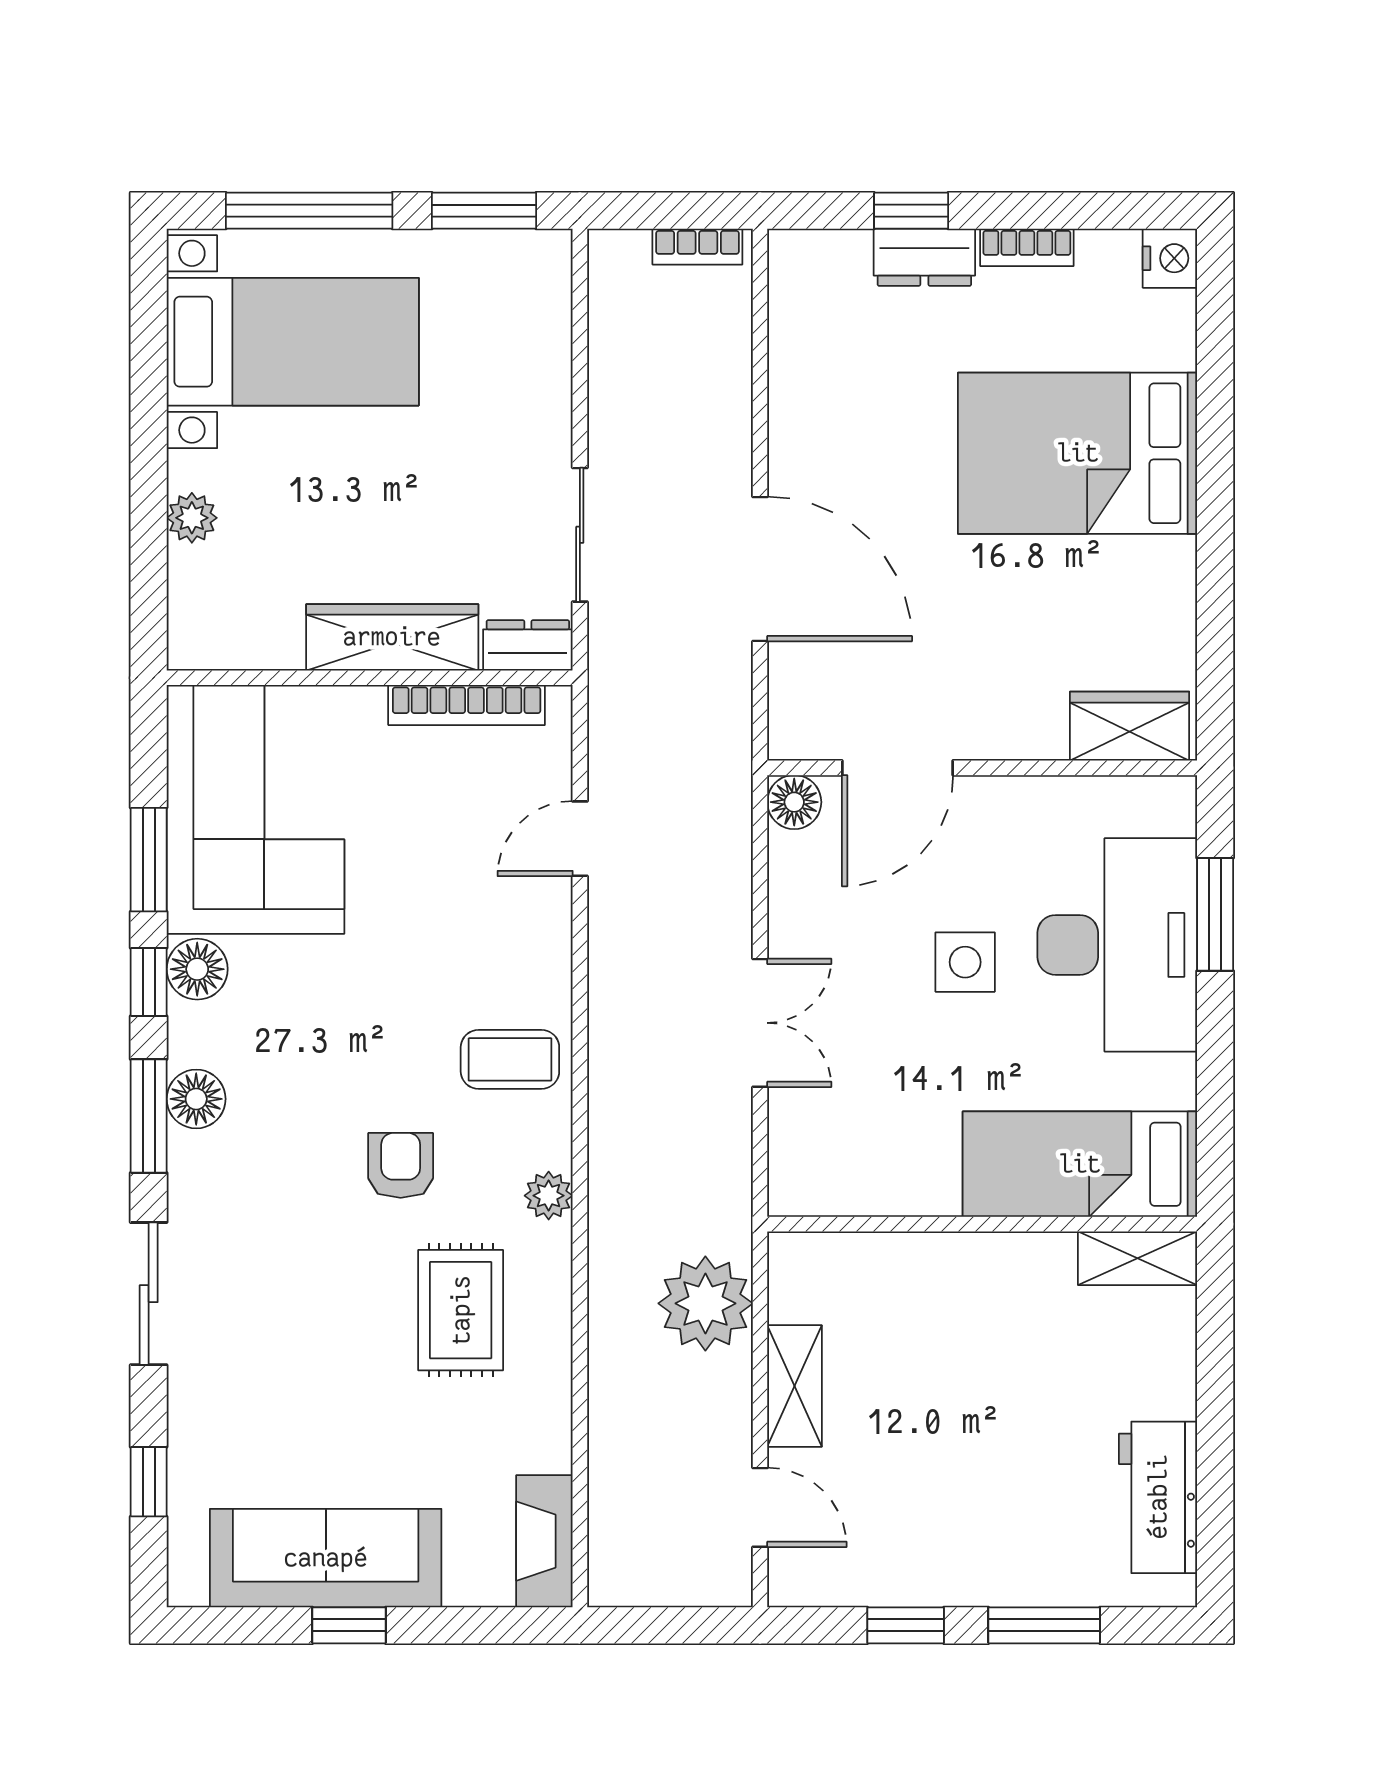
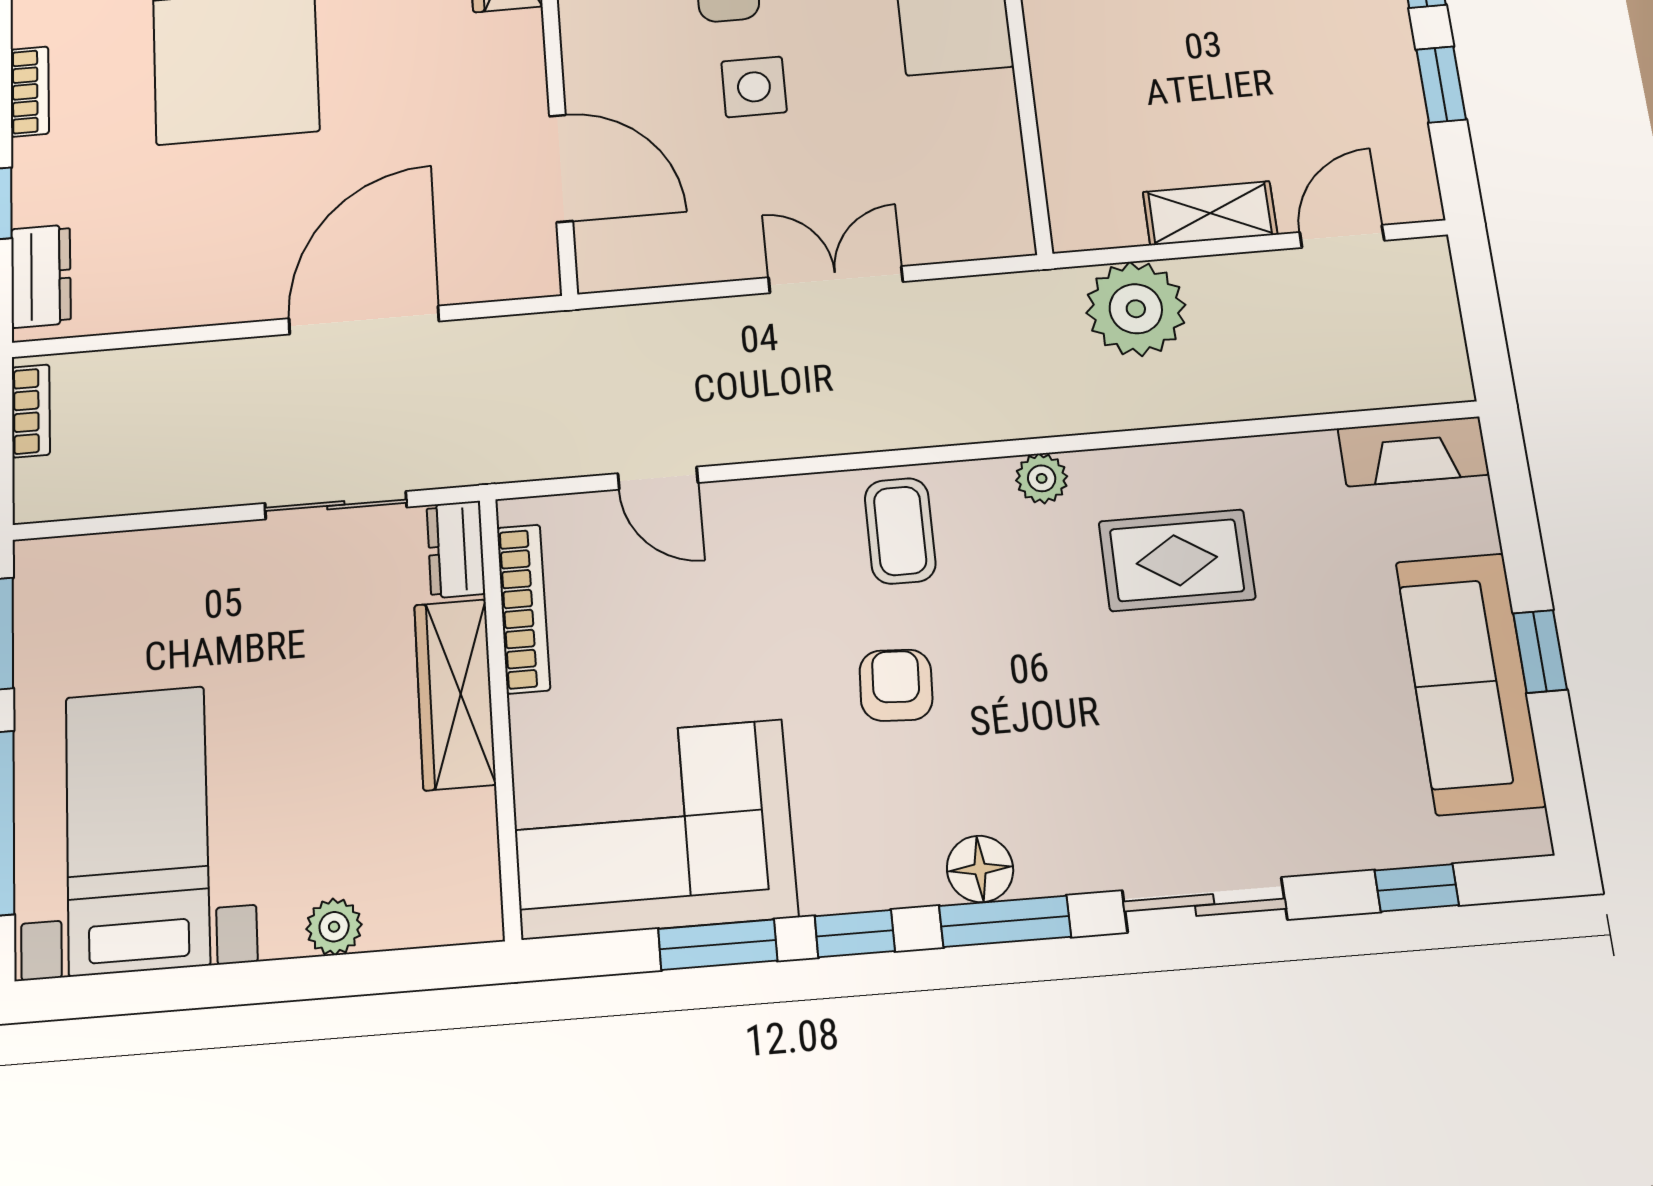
dresser: (924, 257) -> (41, 276), moved
floor lamp: (794, 802) -> (603, 266), removed
floor lamp: (197, 969) -> (835, 880), removed
armchair: (401, 1165) -> (896, 685), moved, turned 93

